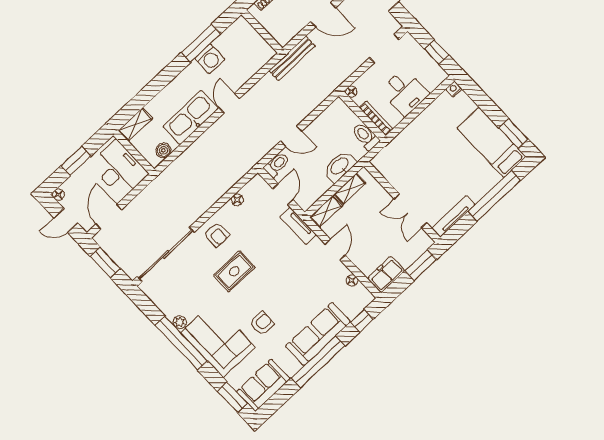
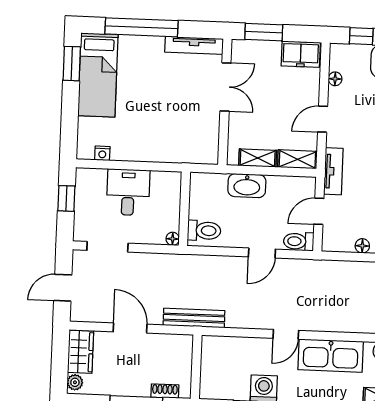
nightstand: (454, 89) -> (102, 153), moved
bookcase: (376, 118) -> (175, 195), removed
door: (291, 136) -> (262, 253), swing flipped
toilet: (366, 136) -> (204, 231), moved, turned -90

